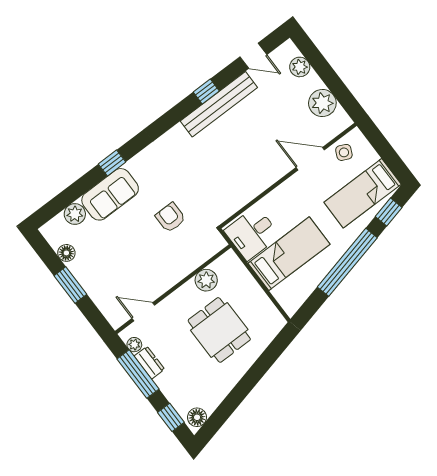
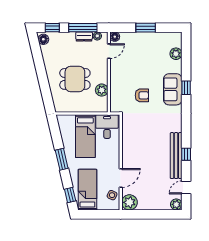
plant: (300, 67) -> (176, 204), moved
plant: (322, 103) -> (129, 202), moved
sofa: (110, 194) -> (173, 89), moved
floor lamp: (66, 253) -> (115, 37), moved
window: (347, 262) -> (62, 159), width x0.47

